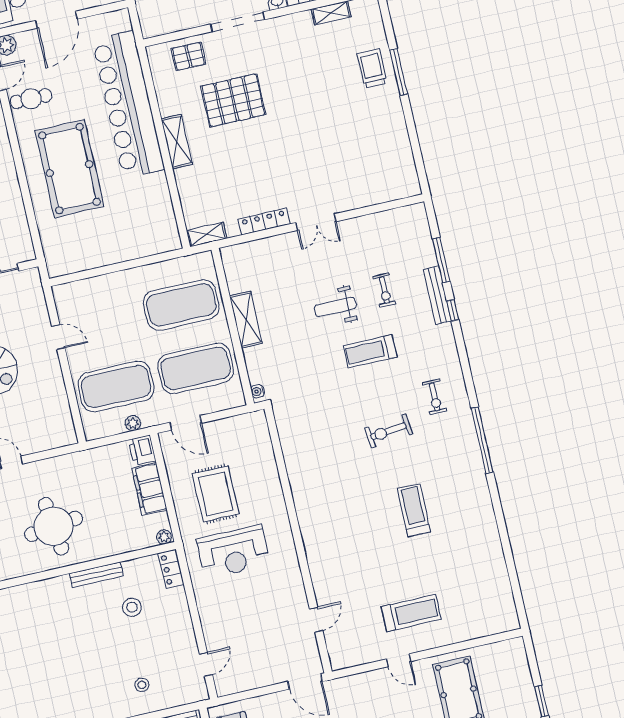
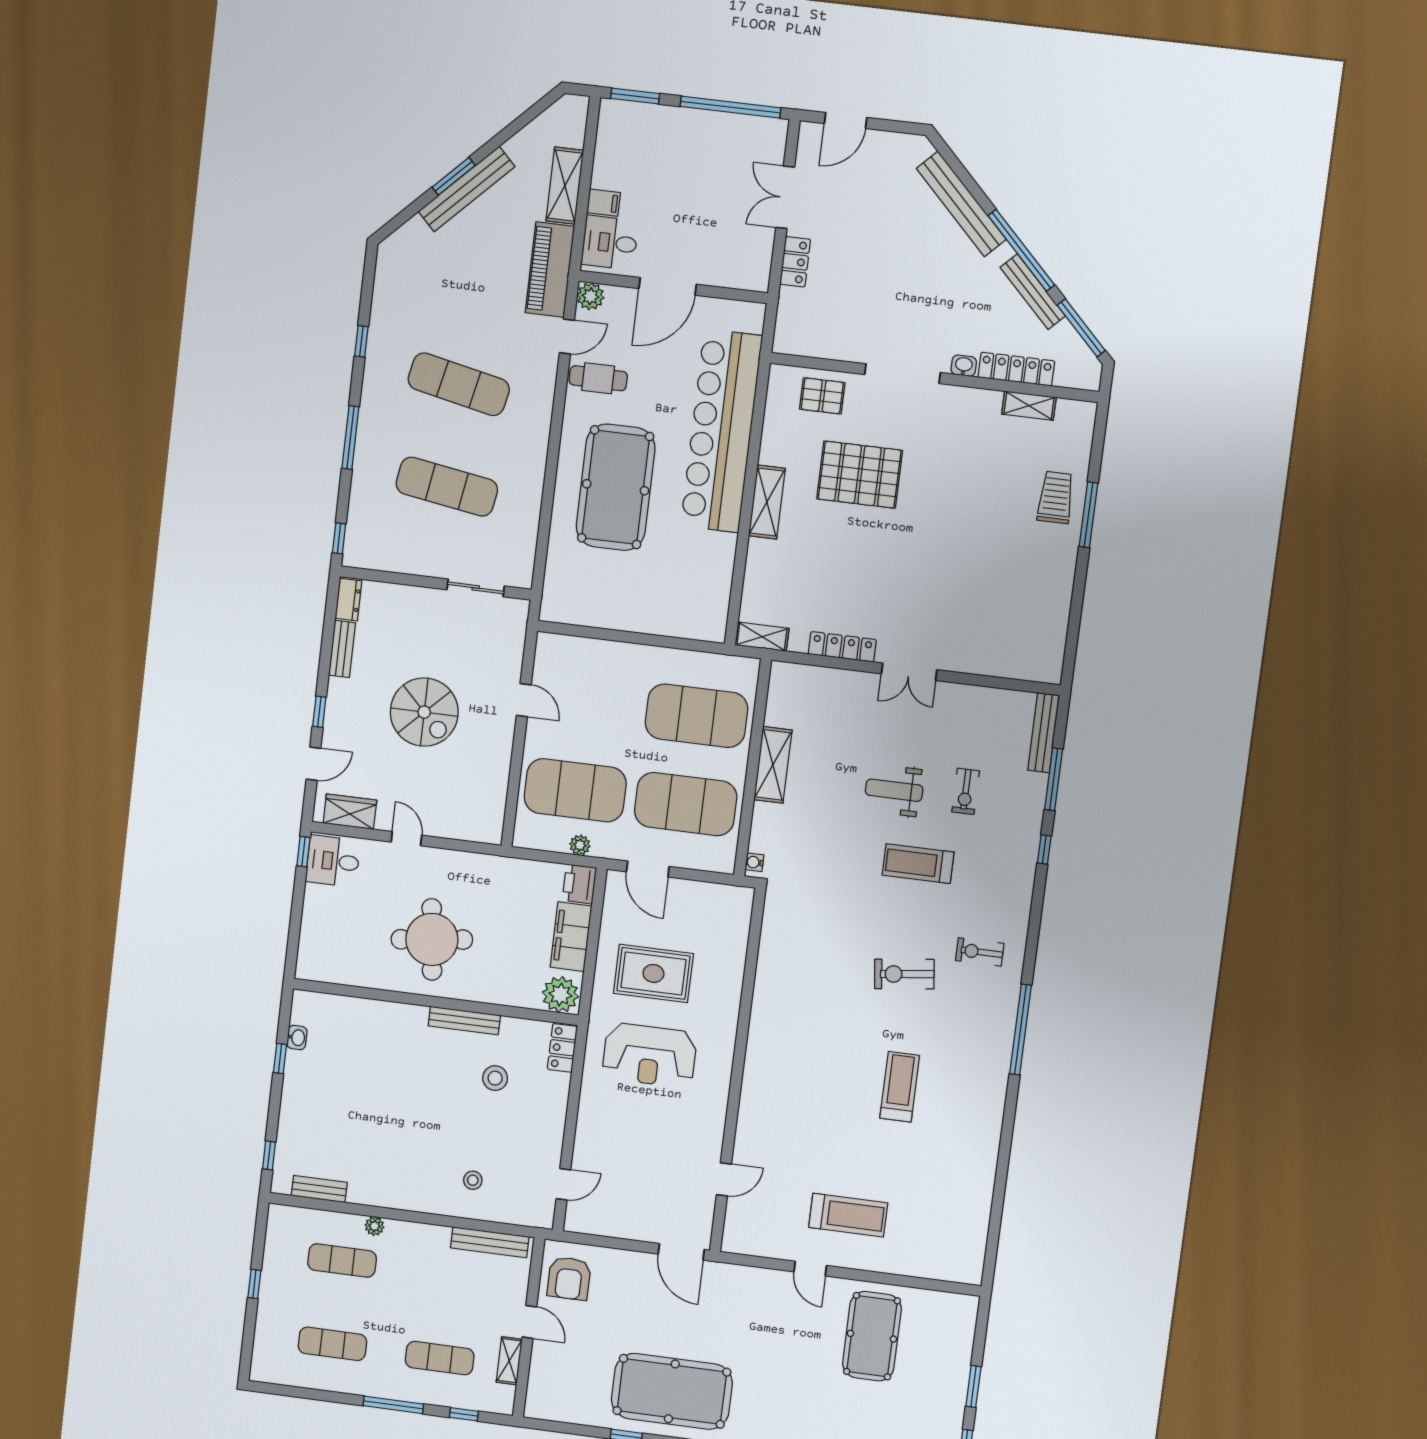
bench: (437, 295) -> (1044, 733), moved
exercise bike: (435, 397) -> (980, 952), turned 90
rug: (216, 494) -> (653, 973), turned 90
plant: (164, 537) -> (560, 995), width x1.87, depth x1.87

